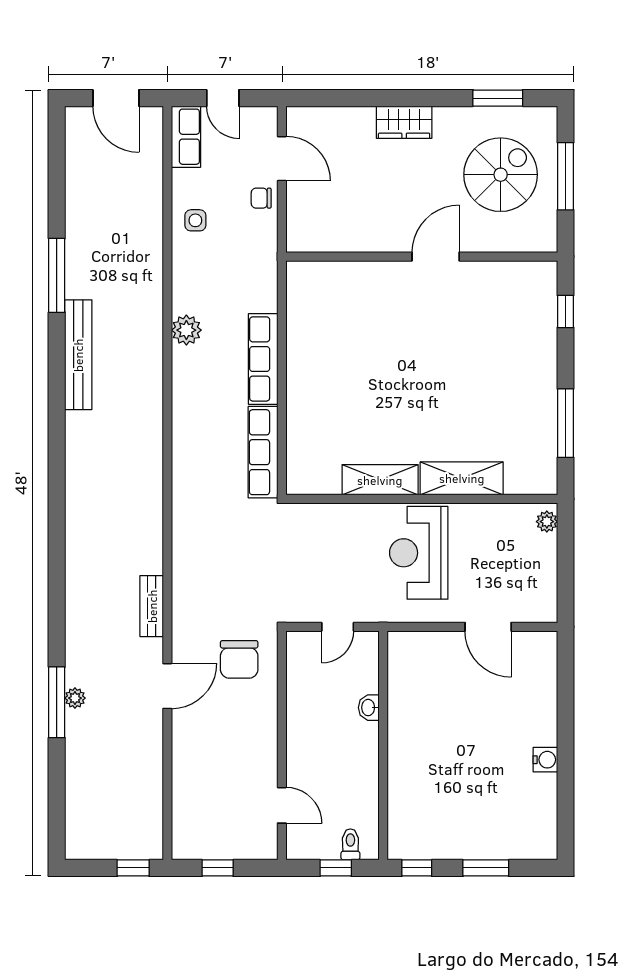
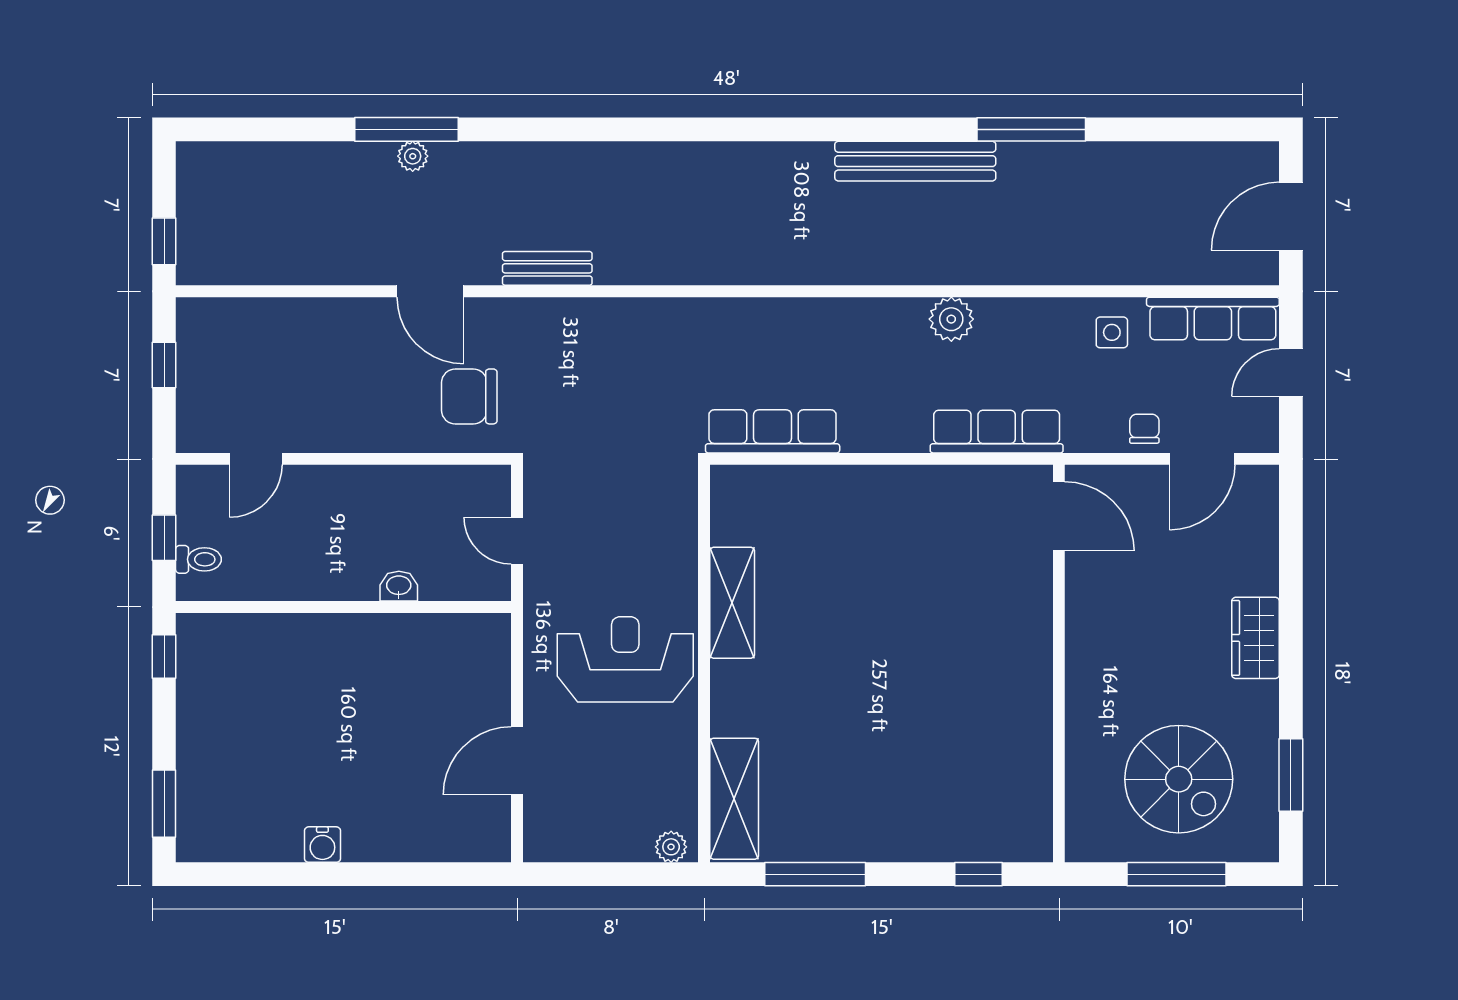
row of seats: (186, 137) -> (1213, 319), width x1.48
door: (436, 257) -> (1059, 516), moved
row of seats: (263, 359) -> (997, 432), moved
shelving: (462, 478) -> (734, 799), moved
window: (486, 868) -> (164, 804), moved

